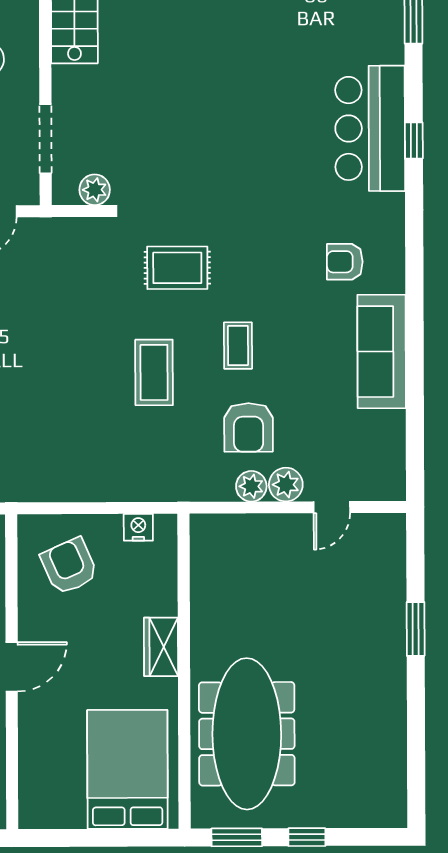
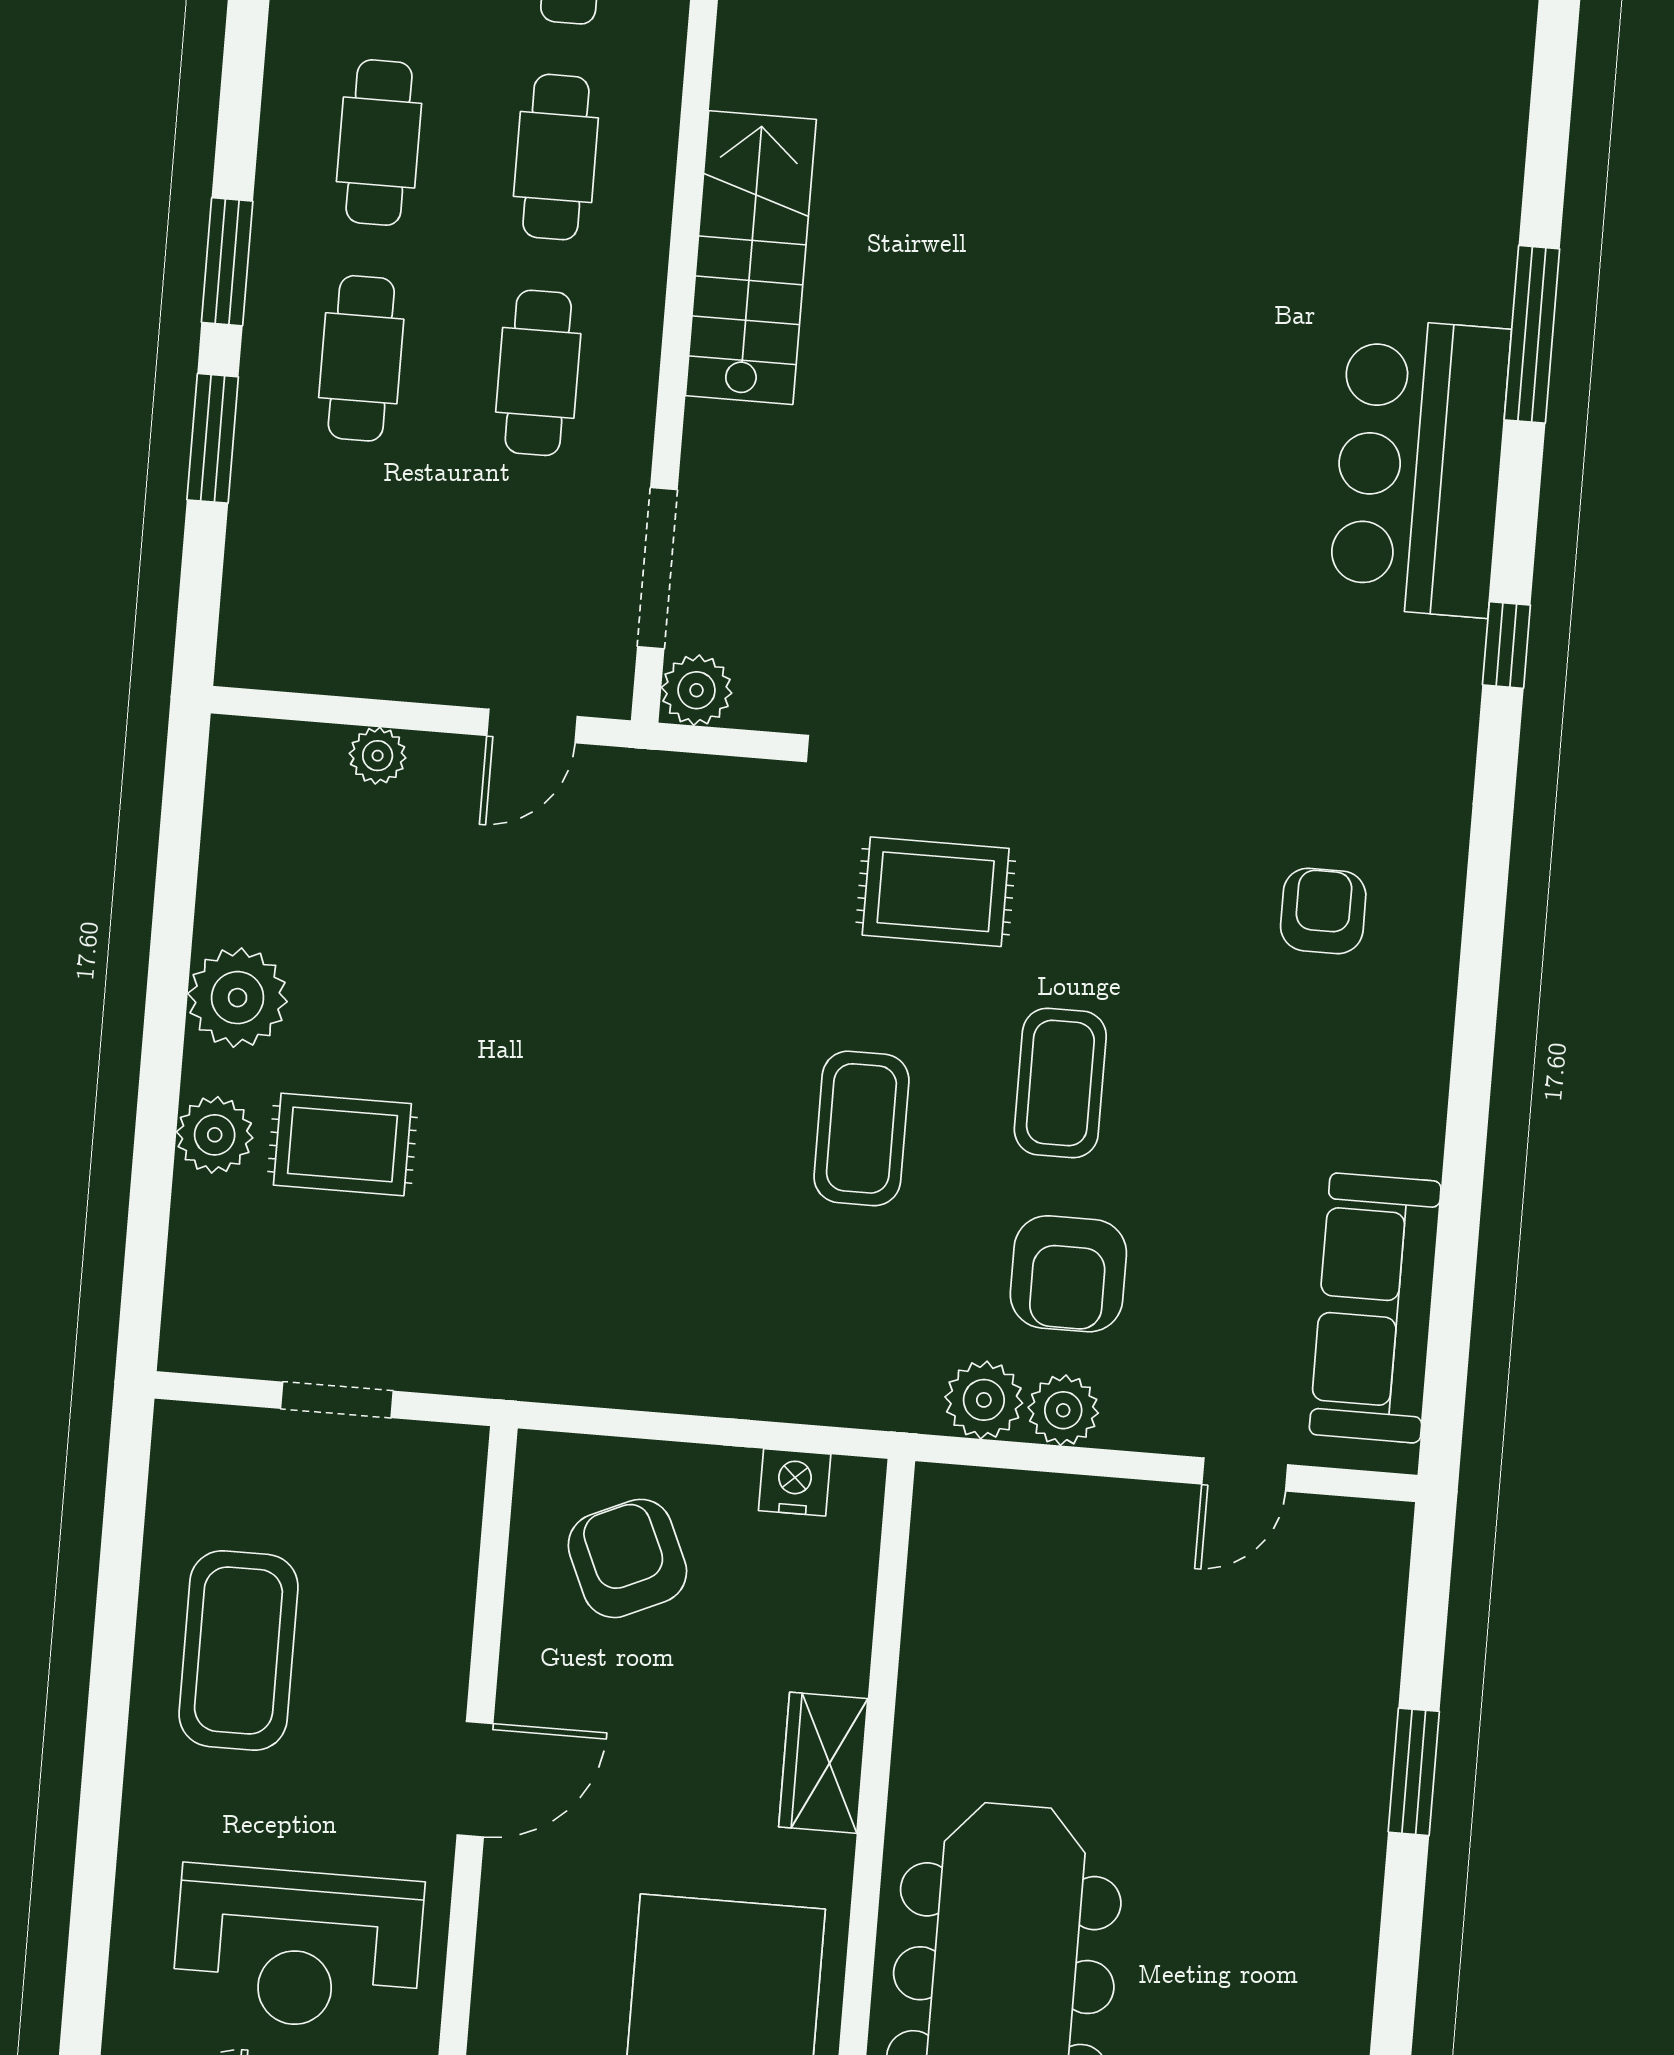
bar counter: (370, 128) -> (1419, 467), moved
plant: (95, 190) -> (697, 690), moved
armchair: (345, 262) -> (1323, 911), turned 90
coffee table: (238, 346) -> (1060, 1083), width x1.36, depth x1.30
sofa: (382, 352) -> (1375, 1308), moved
plant: (286, 485) -> (984, 1400), moved

